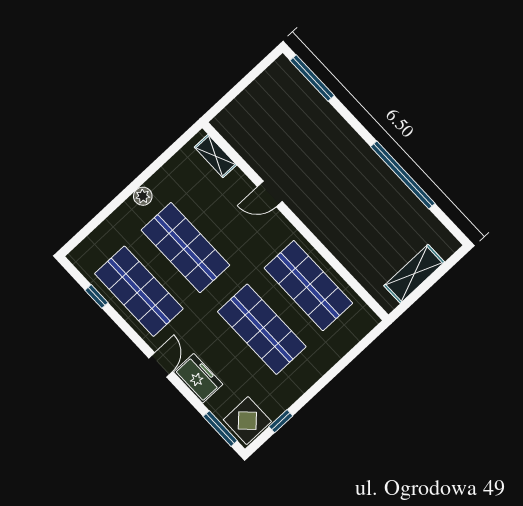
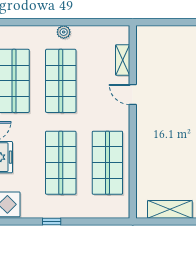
shelving: (215, 156) -> (123, 60), moved
window: (281, 421) -> (52, 221), moved

